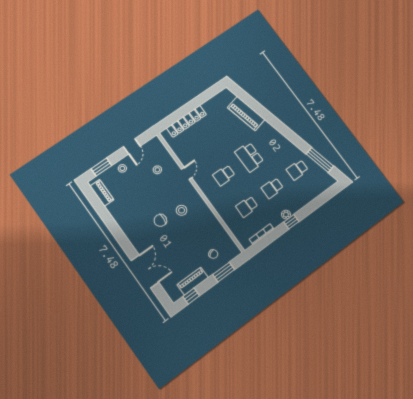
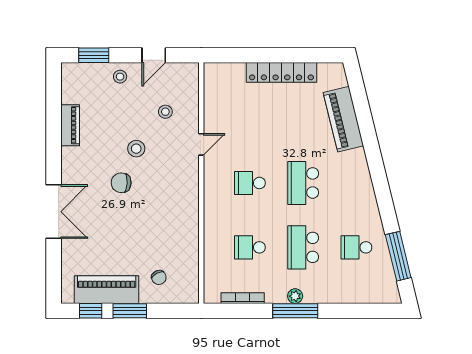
locker: (186, 121) -> (281, 72), moved
school desk: (272, 188) -> (303, 247), width x1.85
piano: (102, 193) -> (70, 125), moved
stool: (182, 210) -> (136, 149), moved
window: (291, 222) -> (295, 311), width x2.17
double door: (145, 271) -> (54, 212), moved
window: (224, 272) -> (130, 311), moved
piano: (193, 281) -> (107, 290), width x1.37, depth x1.33

